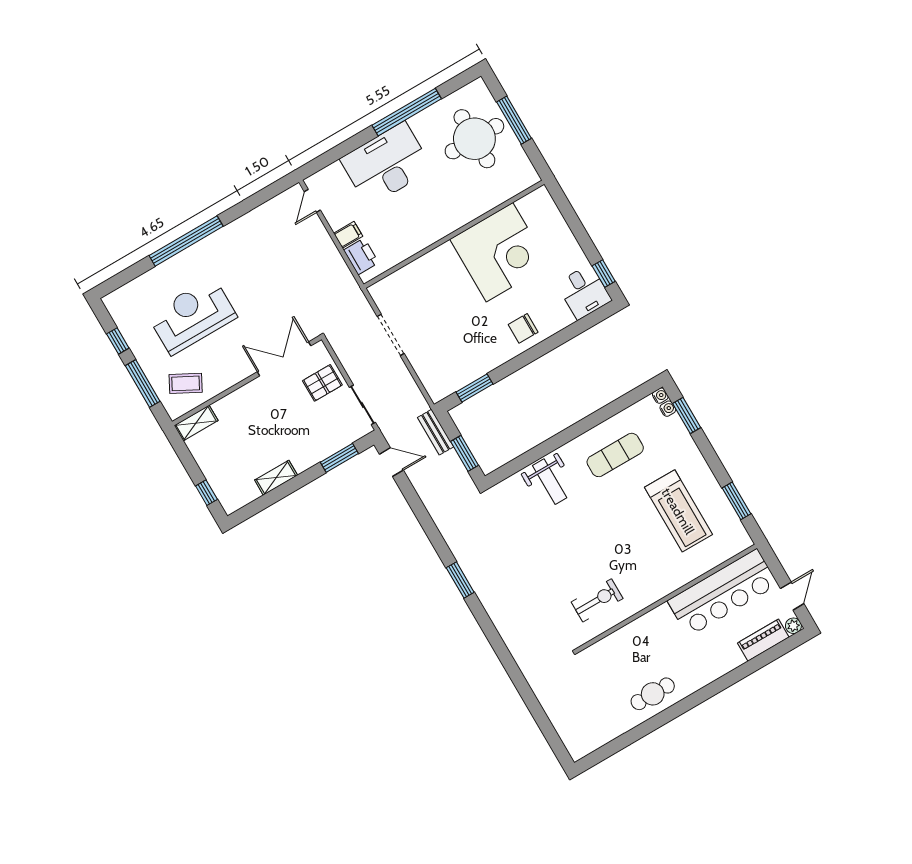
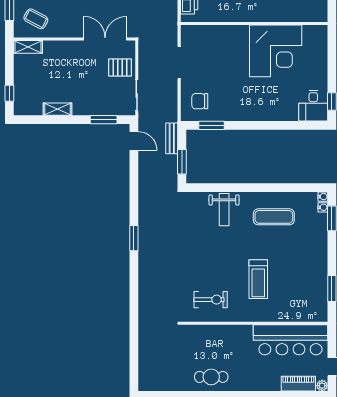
chair: (523, 328) -> (200, 101), moved
treadmill: (678, 511) -> (258, 279), moved, width x0.73, depth x0.73

